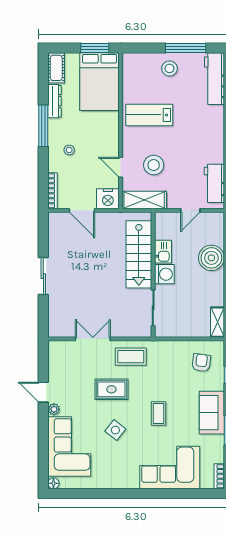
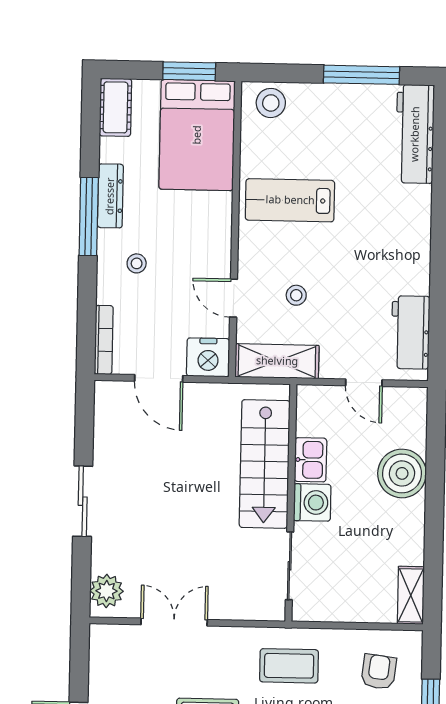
stool: (169, 68) -> (271, 103), moved
dresser: (55, 101) -> (110, 196), moved
stool: (154, 165) -> (296, 295), width x0.53, depth x0.53
door: (190, 210) -> (364, 383), hinge flipped
plant: (57, 323) -> (107, 591), added
coffee table: (131, 357) -> (289, 666), moved

